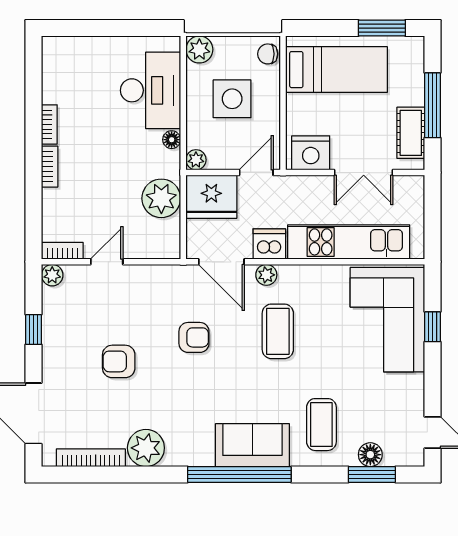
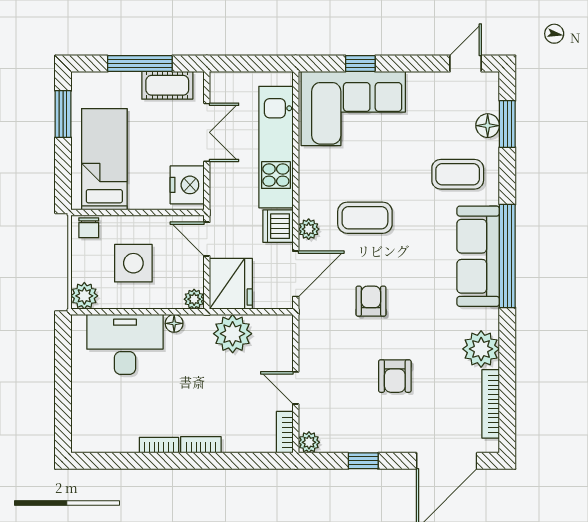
sofa: (252, 445) -> (478, 256), width x1.36

